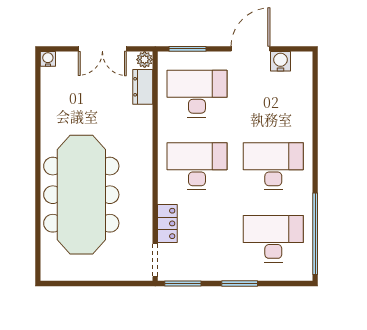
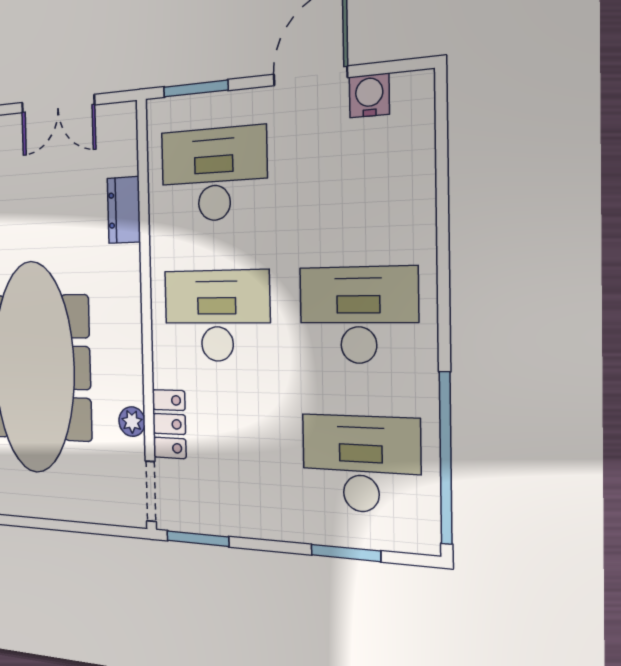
plant: (145, 60) -> (132, 422), moved
dresser: (143, 87) -> (124, 210), moved
window: (240, 283) -> (346, 553), moved

